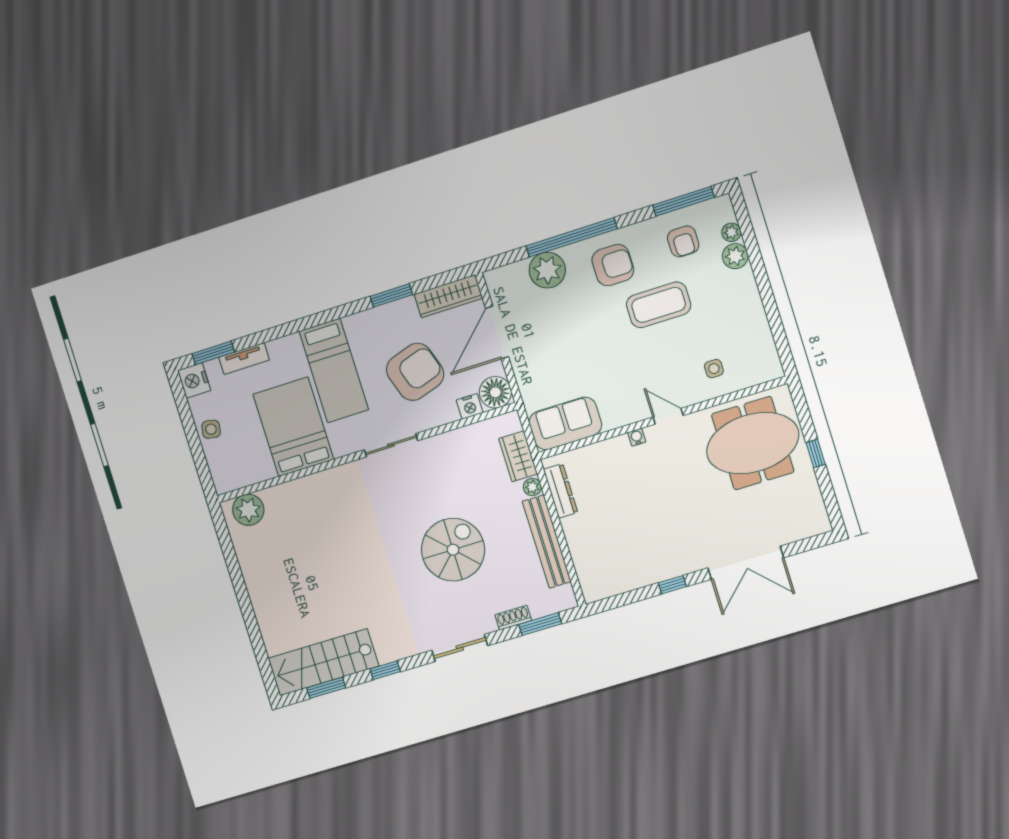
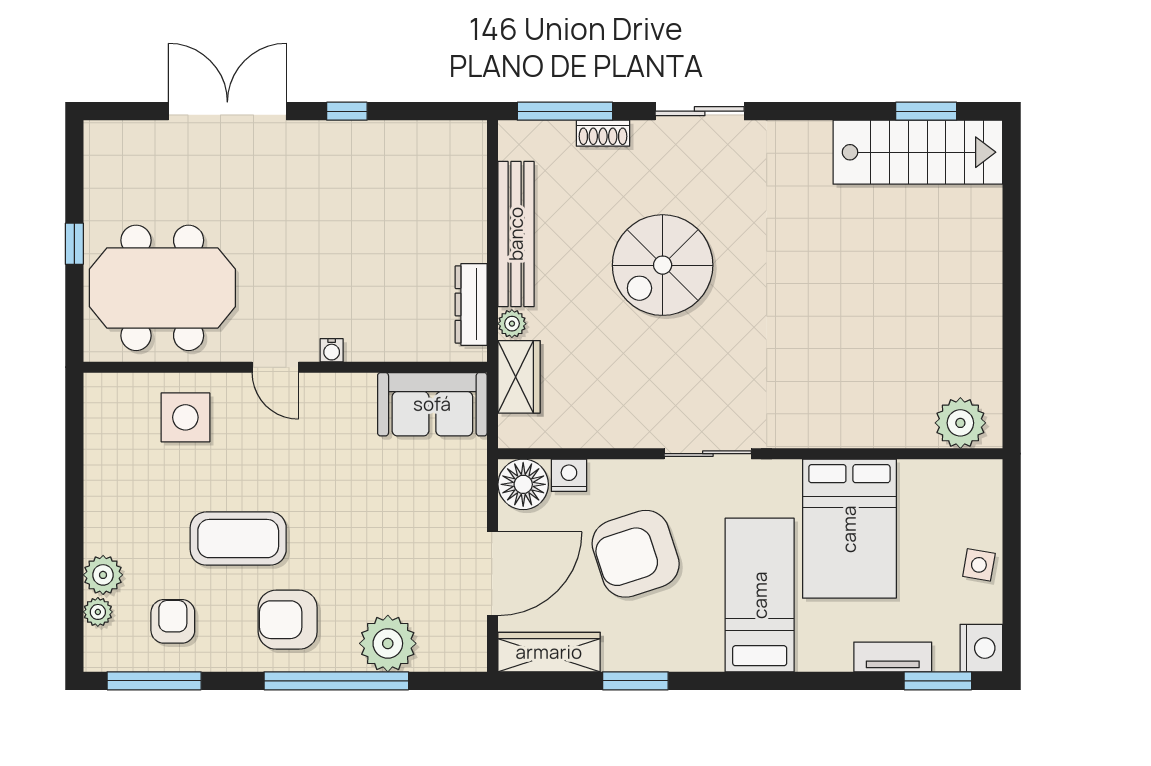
side table: (714, 369) -> (185, 417), width x1.87, depth x1.87
window: (540, 624) -> (565, 111), width x1.44
window: (385, 670) -> (826, 111), removed

